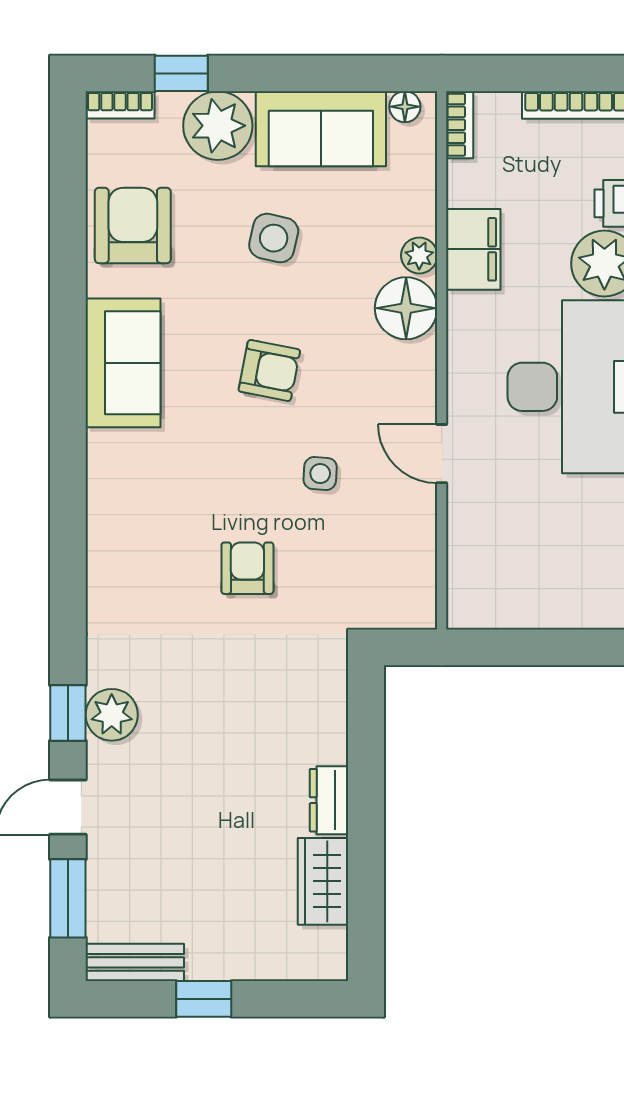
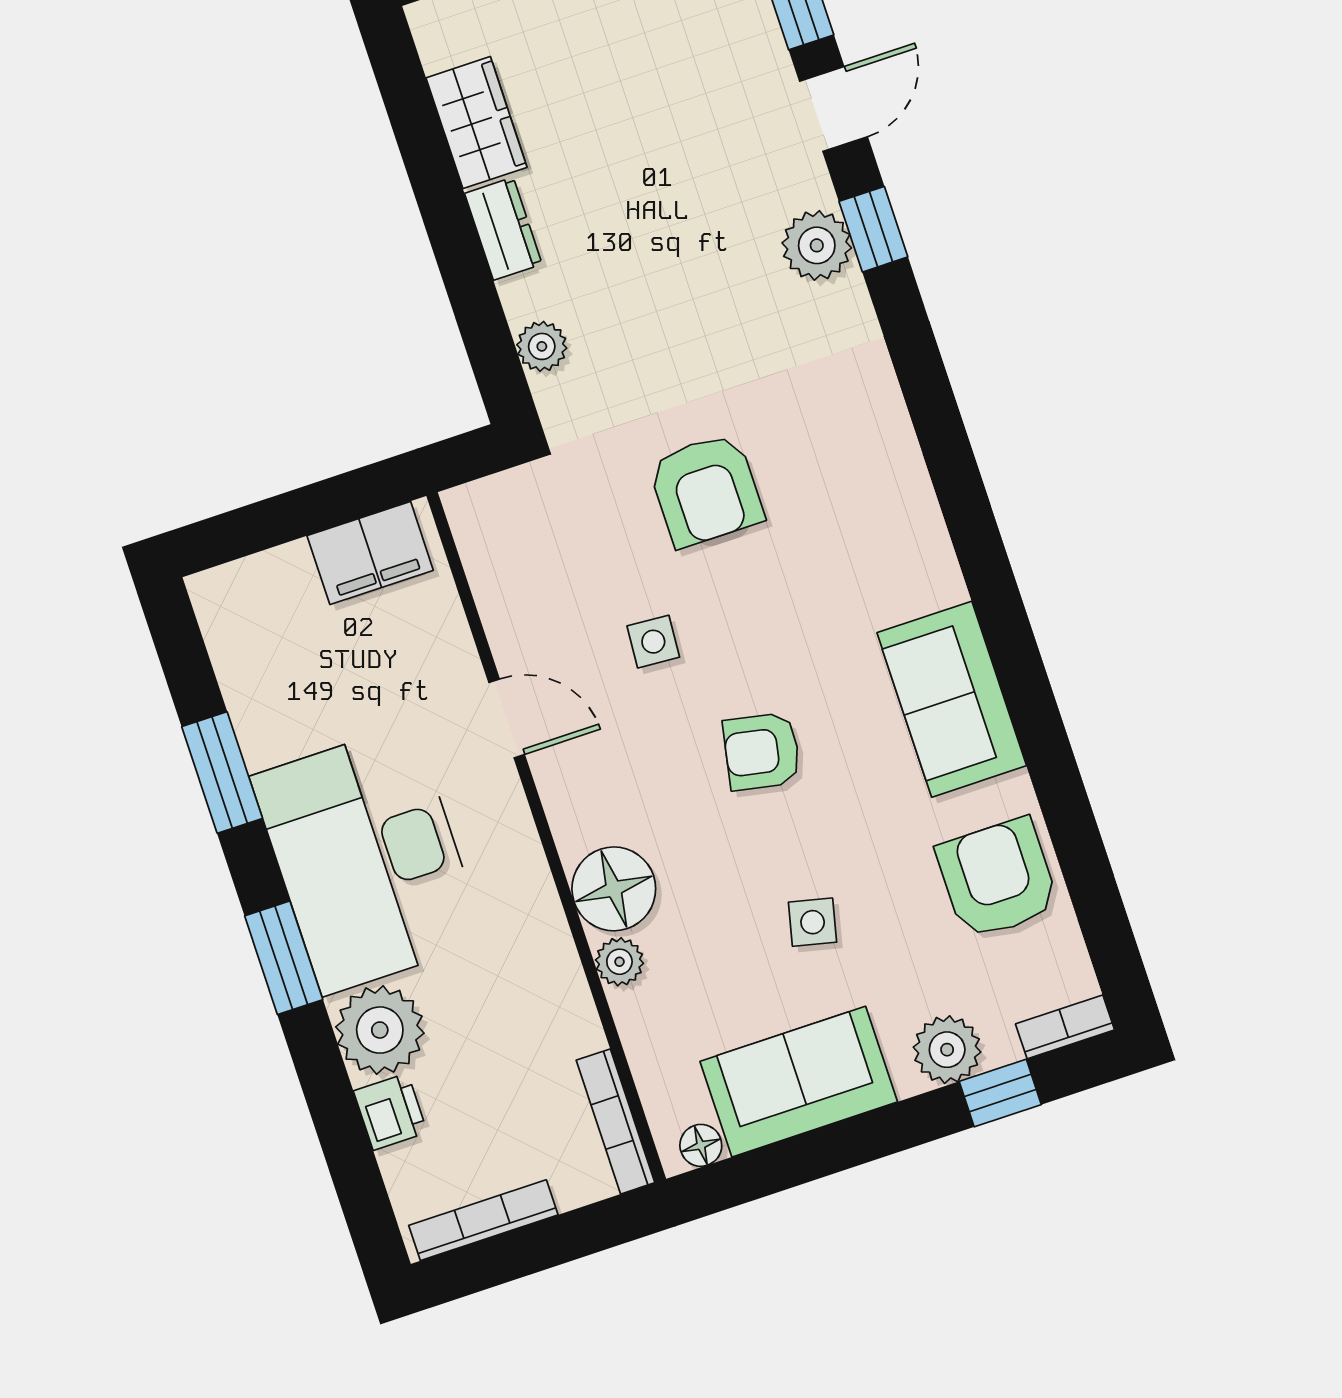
bookcase: (460, 125) -> (615, 1121), width x1.56
plant: (218, 126) -> (947, 1050), width x0.73, depth x0.73
armchair: (133, 225) -> (997, 878), turned 180
side table: (274, 238) -> (813, 922), width x0.73, depth x0.73
filing cabinet: (473, 249) -> (370, 553), moved, turned -90
armchair: (247, 568) -> (706, 490), width x1.38, depth x1.38
plant: (330, 708) -> (542, 346), added

